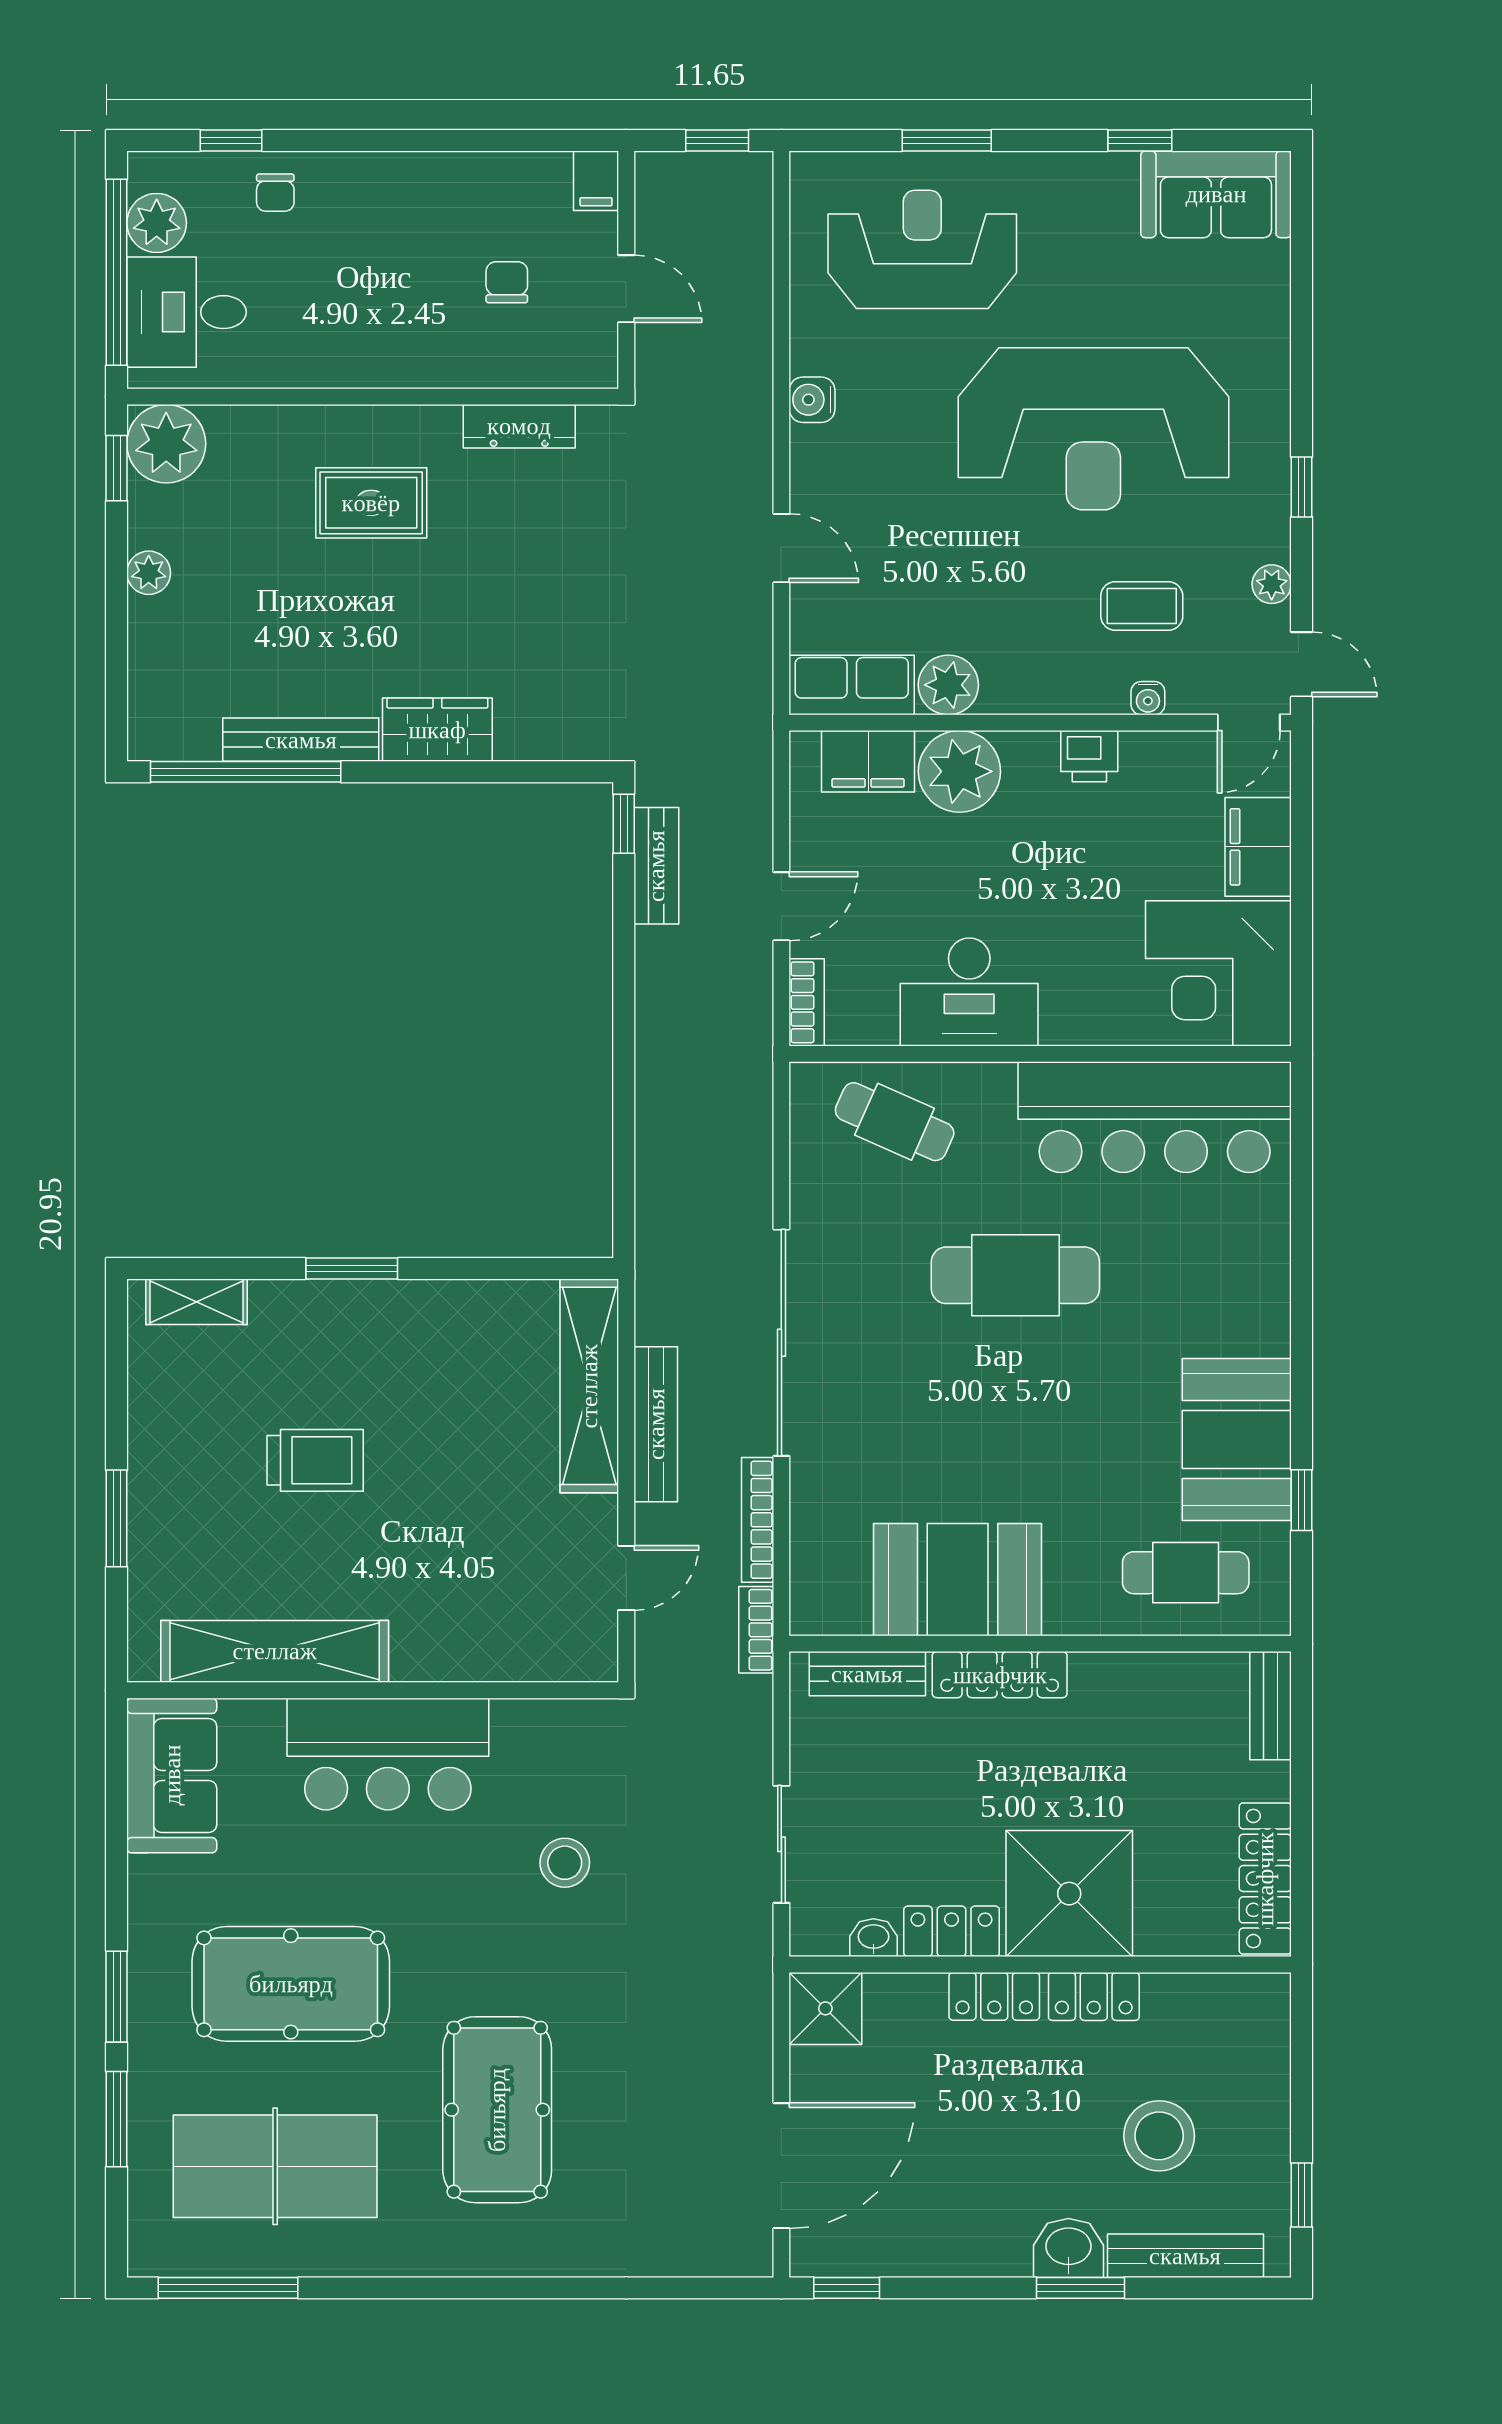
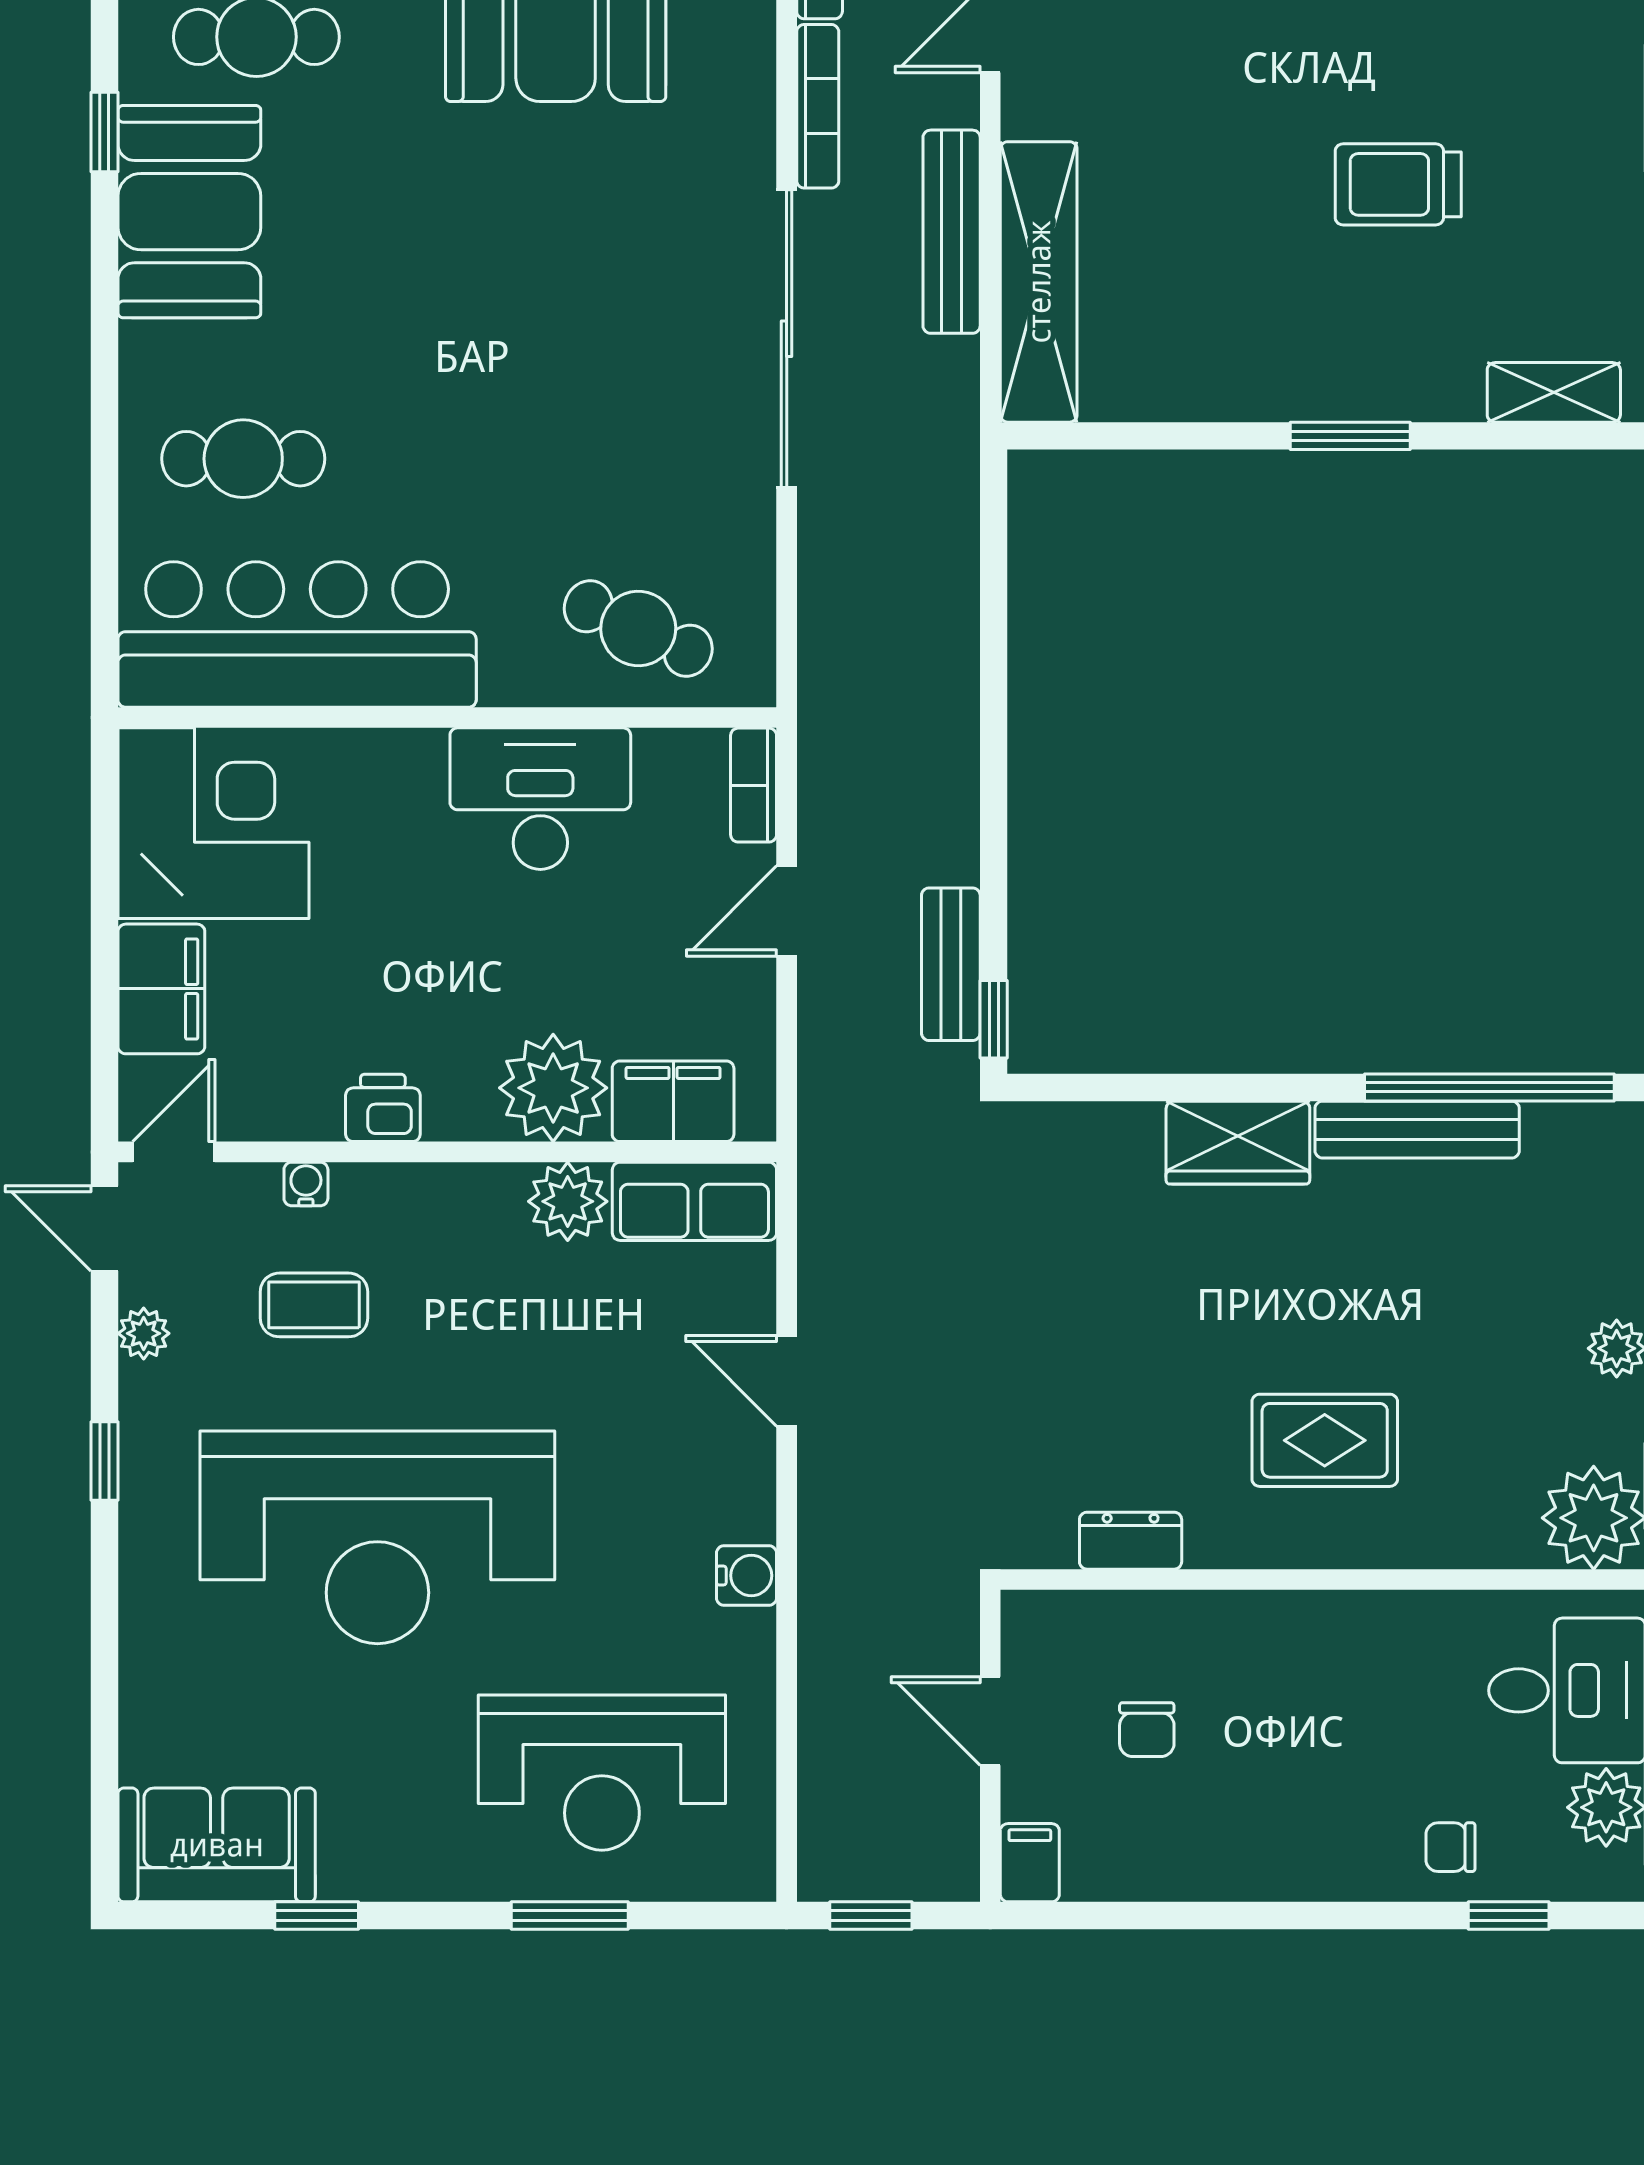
chair: (275, 193) -> (1451, 1847), turned -90
dresser: (519, 426) -> (1131, 1541), width x0.70
reception desk: (1093, 429) -> (377, 1537), turned 180
cafe table: (1015, 1275) -> (243, 459), moved, width x0.73, depth x0.74

